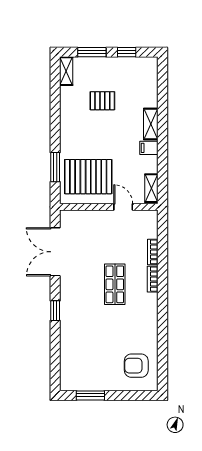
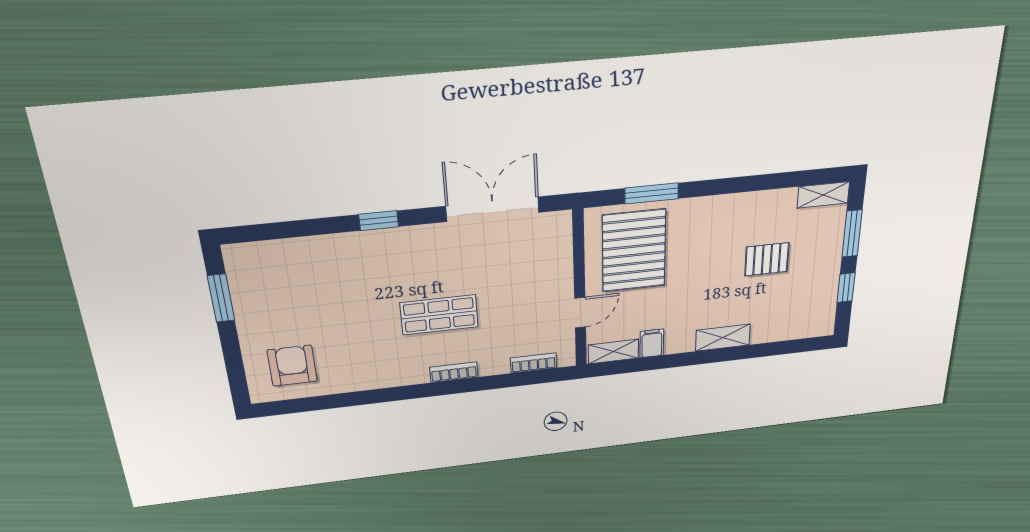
pallet: (102, 101) -> (767, 259), turned 90
filing cabinet: (149, 148) -> (652, 343), moved
bookcase: (153, 252) -> (534, 363), moved

